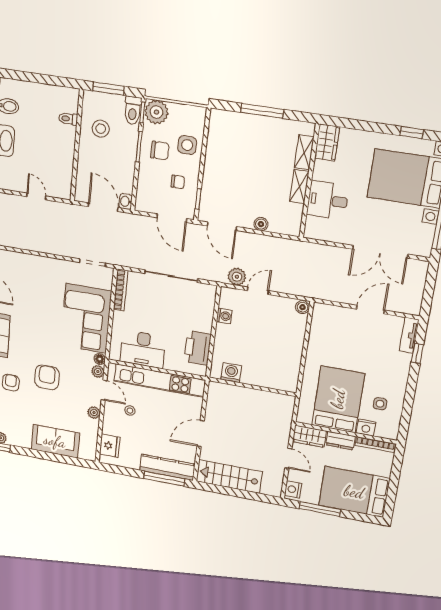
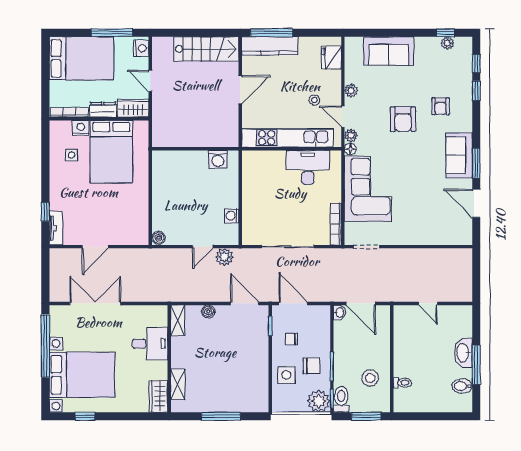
chair: (160, 151) -> (312, 366), turned 180
shelving: (299, 186) -> (178, 320), moved
printer: (198, 348) -> (254, 179), removed

